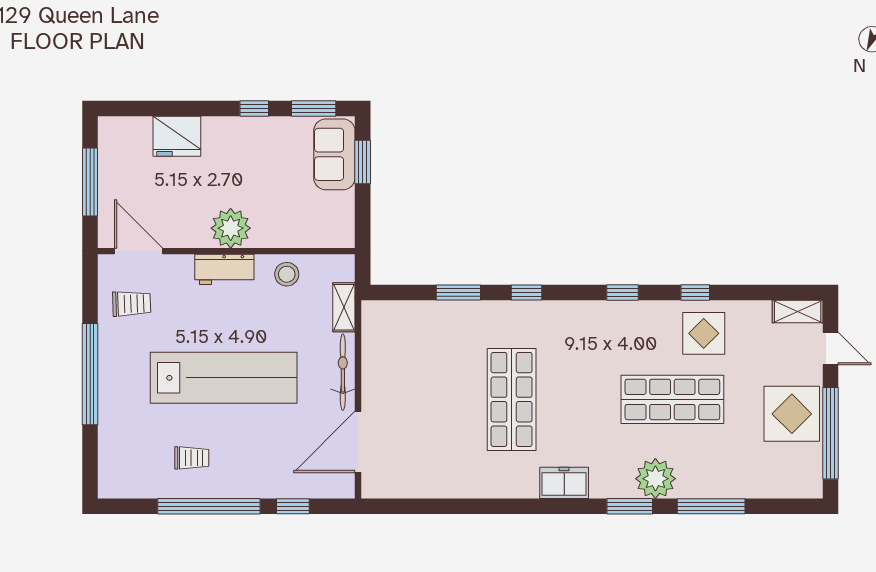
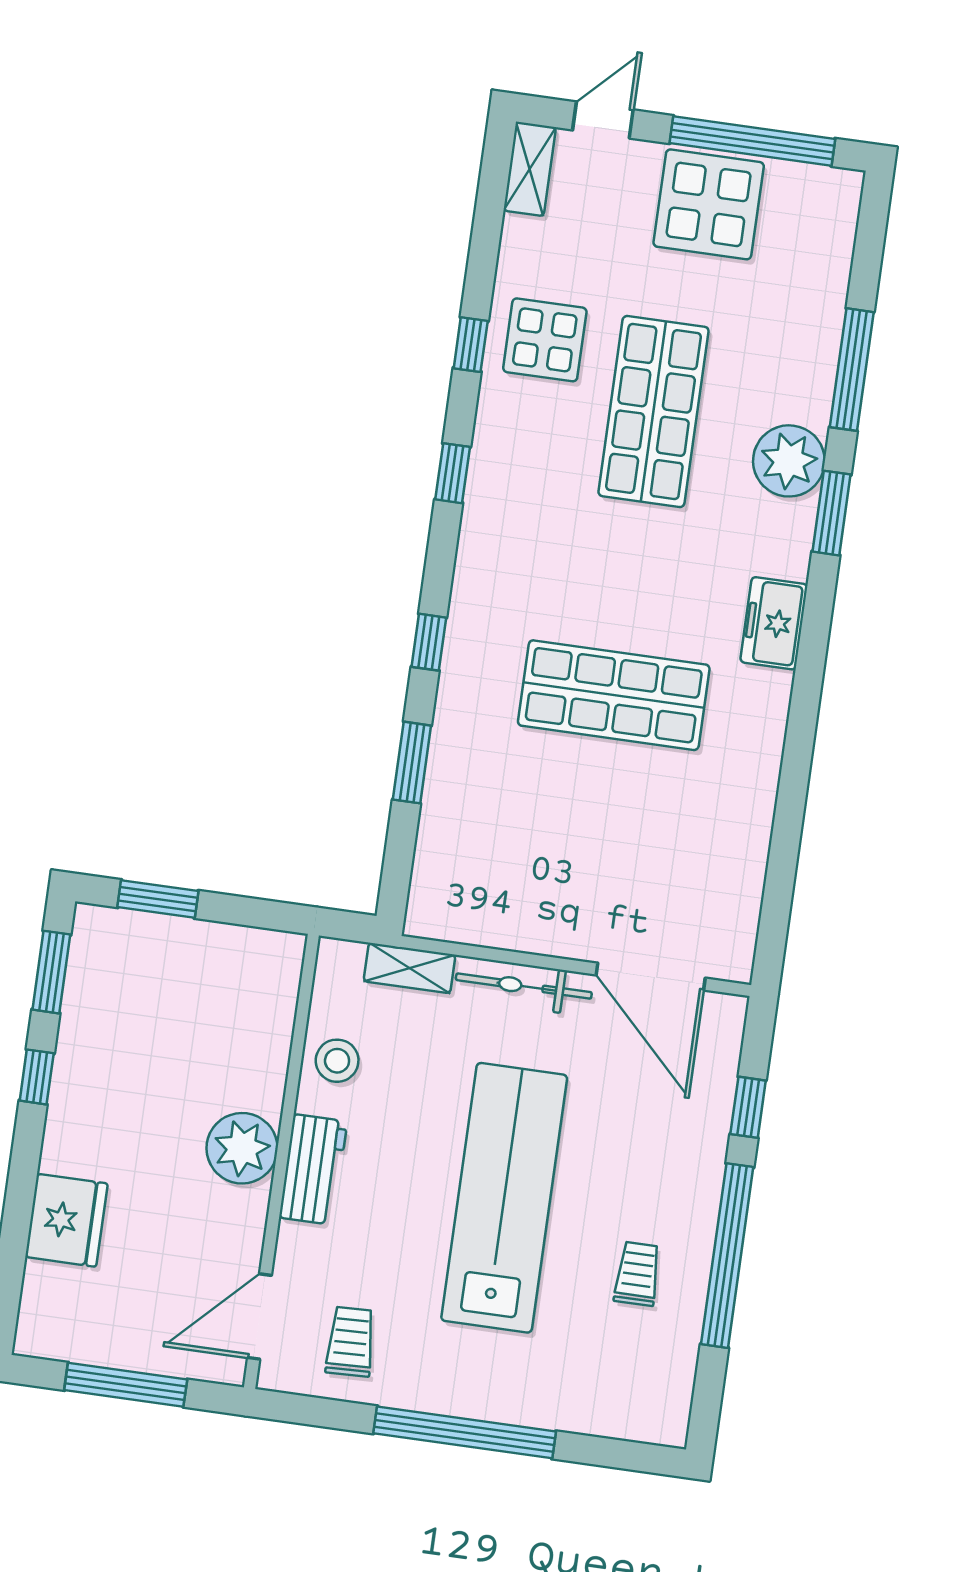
sofa: (334, 154) -> (137, 947), removed

